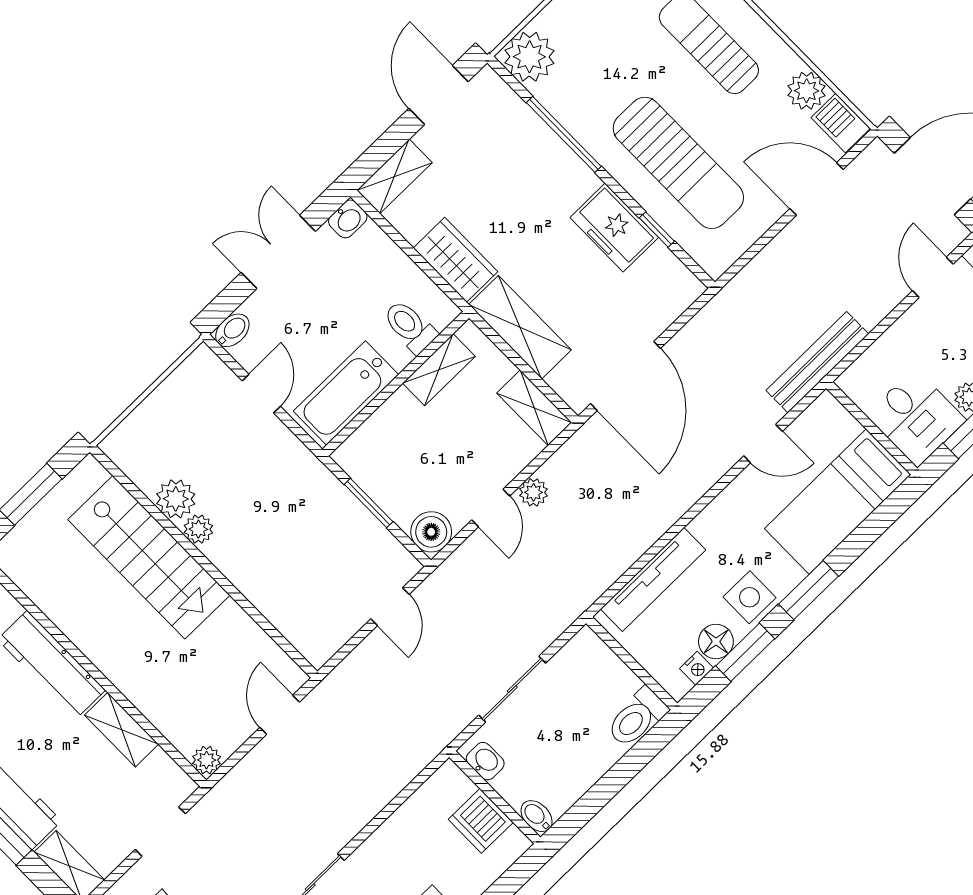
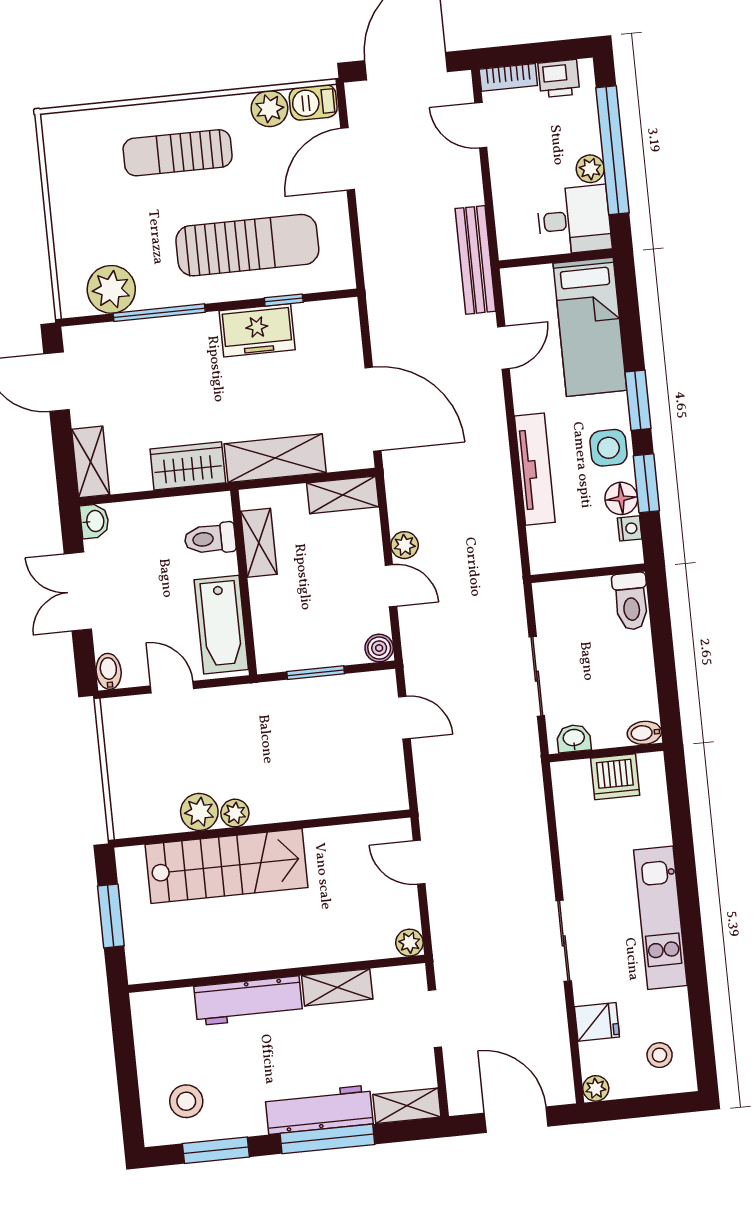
plant: (529, 57) -> (111, 289), moved
boiler: (431, 532) -> (379, 648), width x0.73, depth x0.73
tv unit: (653, 579) -> (535, 469), moved

